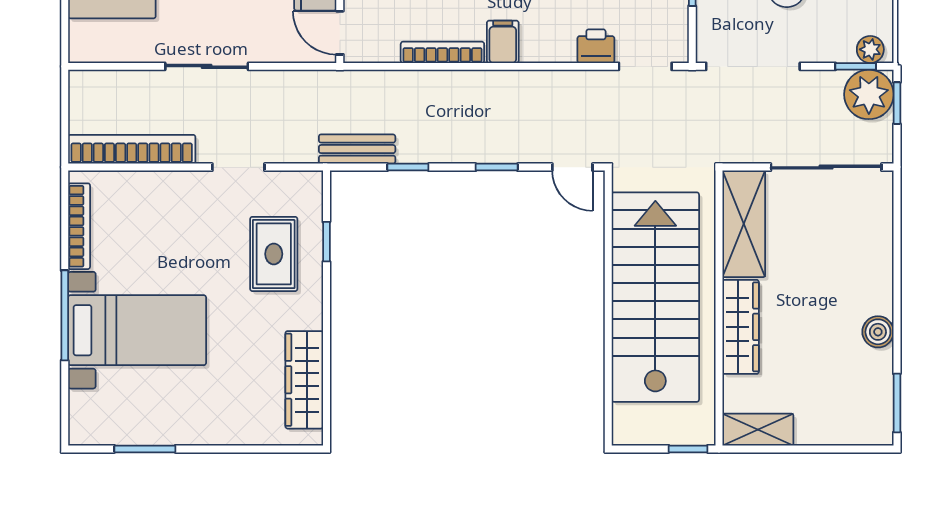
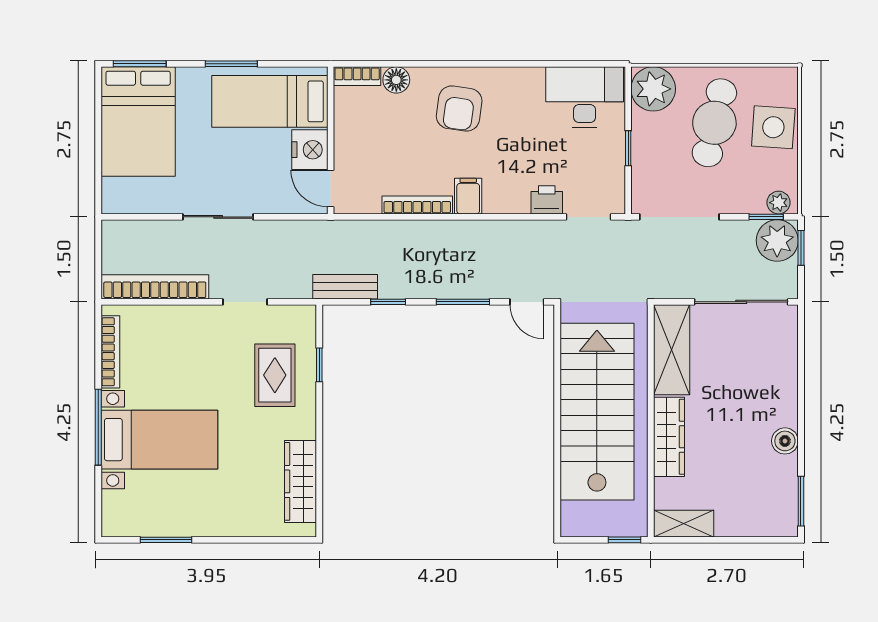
window: (497, 167) -> (463, 302), width x1.50

